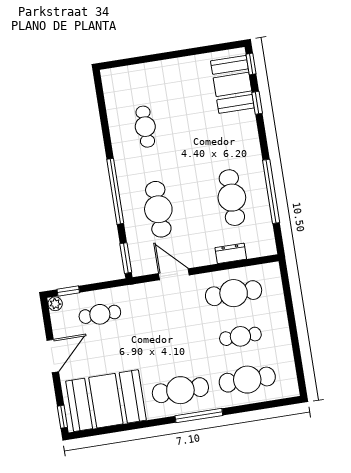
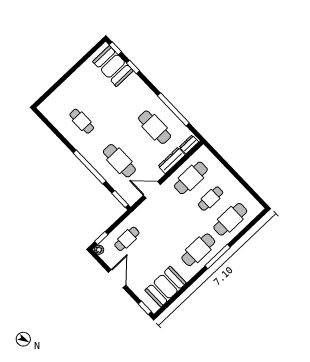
dresser: (260, 249) -> (189, 144), added
dresser: (231, 253) -> (172, 160), width x1.44
booth: (106, 401) -> (166, 287), width x0.73, depth x0.70

